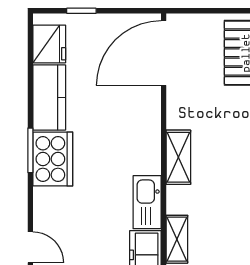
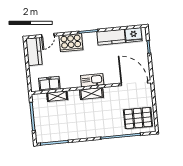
cooker: (53, 159) -> (71, 43), moved
kitchen sink: (147, 202) -> (92, 80), moved

